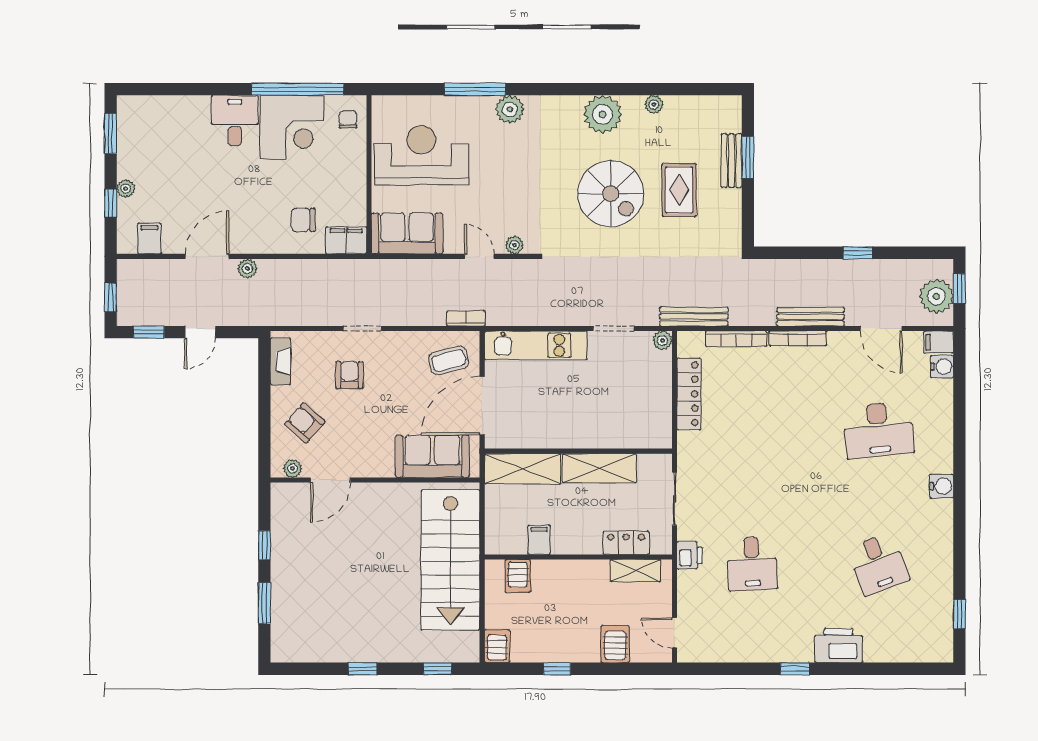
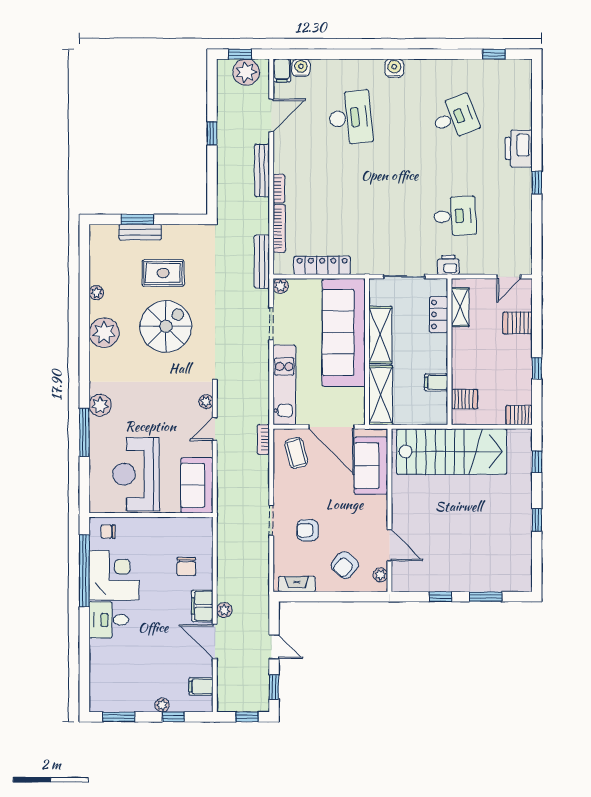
filing cabinet: (346, 240) -> (202, 606), moved
bookcase: (798, 338) -> (279, 189), width x0.64
sofa: (603, 421) -> (344, 333), added

